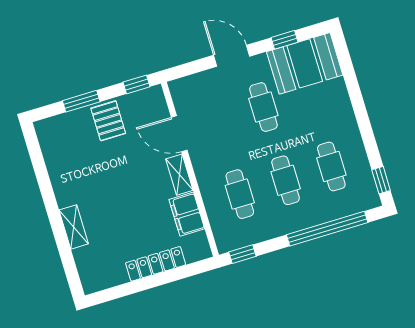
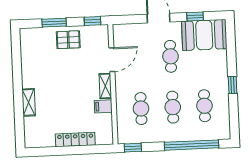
pallet: (108, 121) -> (68, 40), turned 90
door: (179, 134) -> (112, 60), swing flipped
window: (381, 180) -> (233, 85), moved
filing cabinet: (187, 214) -> (103, 106), width x0.50

